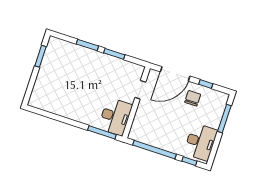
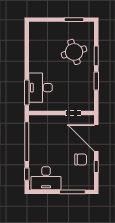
round table: (75, 67) -> (74, 52), added
desk: (115, 117) -> (41, 88), moved, turned 90

